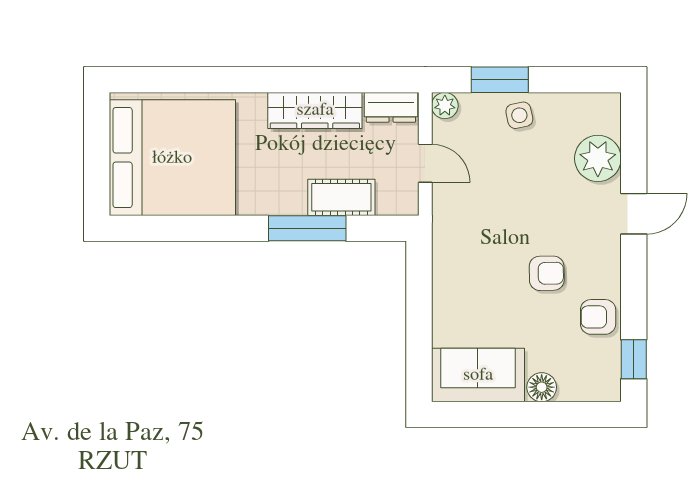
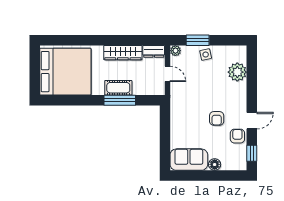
cot: (341, 197) -> (118, 88), moved
door: (634, 214) -> (252, 121), moved
armchair: (547, 273) -> (217, 118), turned 91
armchair: (598, 317) -> (237, 136), turned 90

